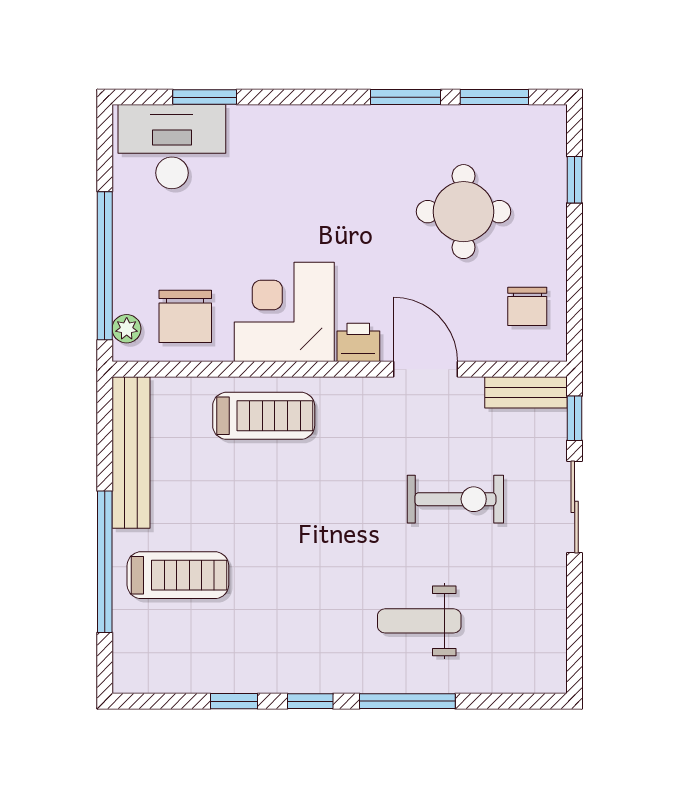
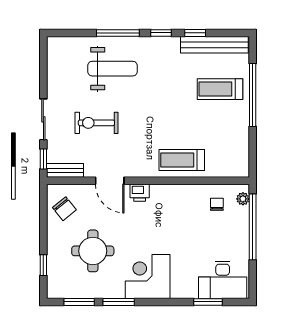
chair: (527, 306) -> (64, 209), turned 141
corner desk: (284, 312) -> (148, 276), moved, turned 180
chair: (185, 316) -> (217, 204), width x0.54, depth x0.54
bench: (131, 452) -> (214, 45), moved, turned 90
weight bench: (419, 621) -> (112, 69), width x1.36, depth x1.33

